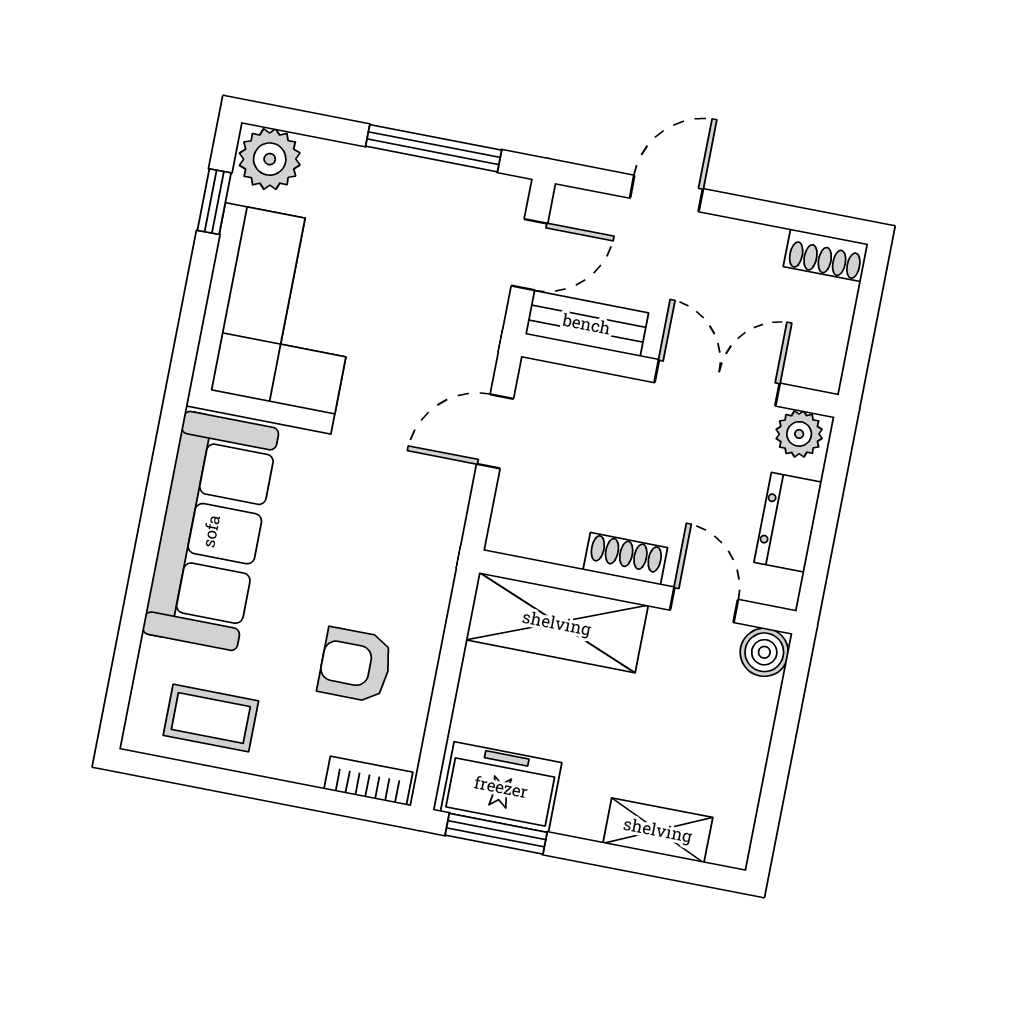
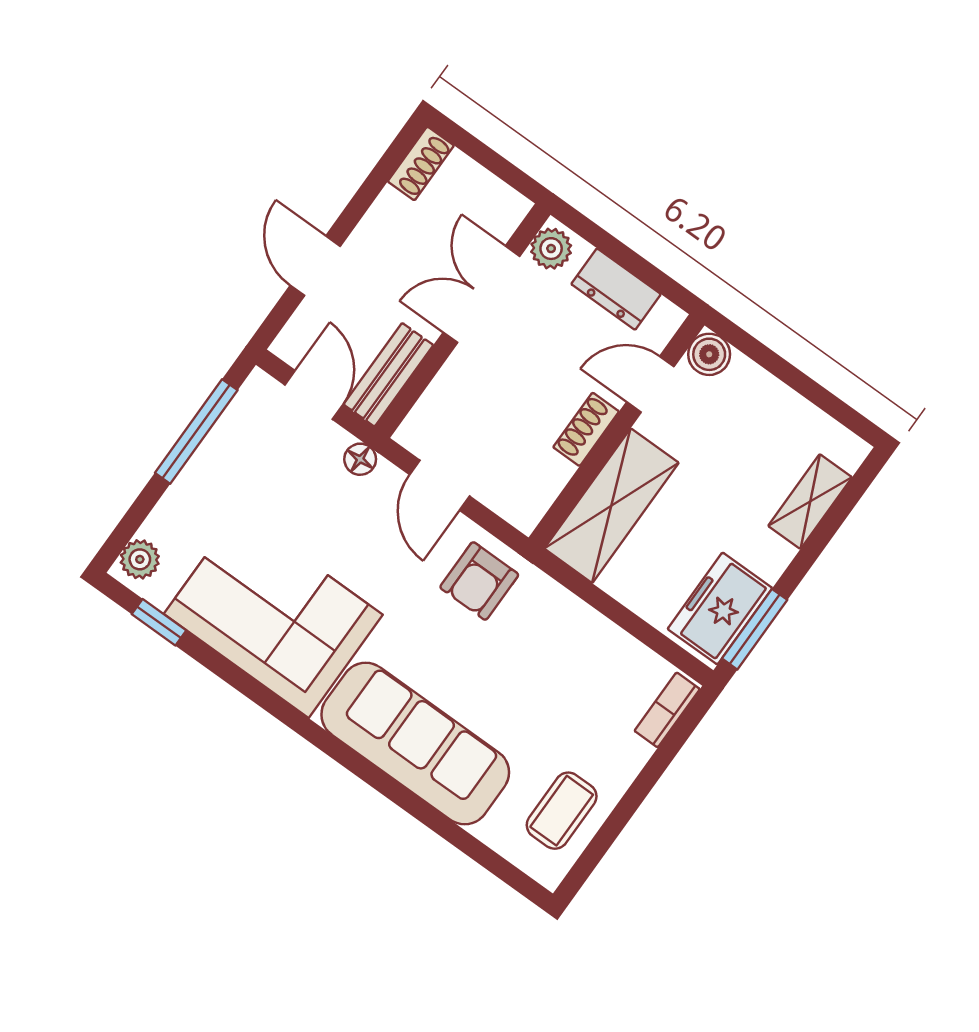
plant: (270, 159) -> (140, 559), width x0.73, depth x0.73
floor lamp: (484, 335) -> (360, 459), added
armchair: (355, 665) -> (479, 581), moved

